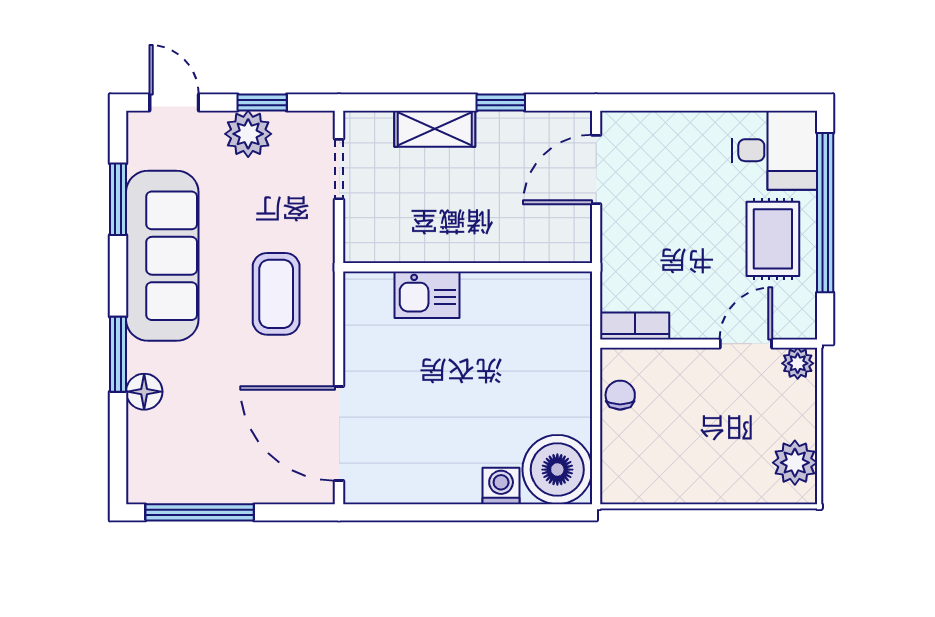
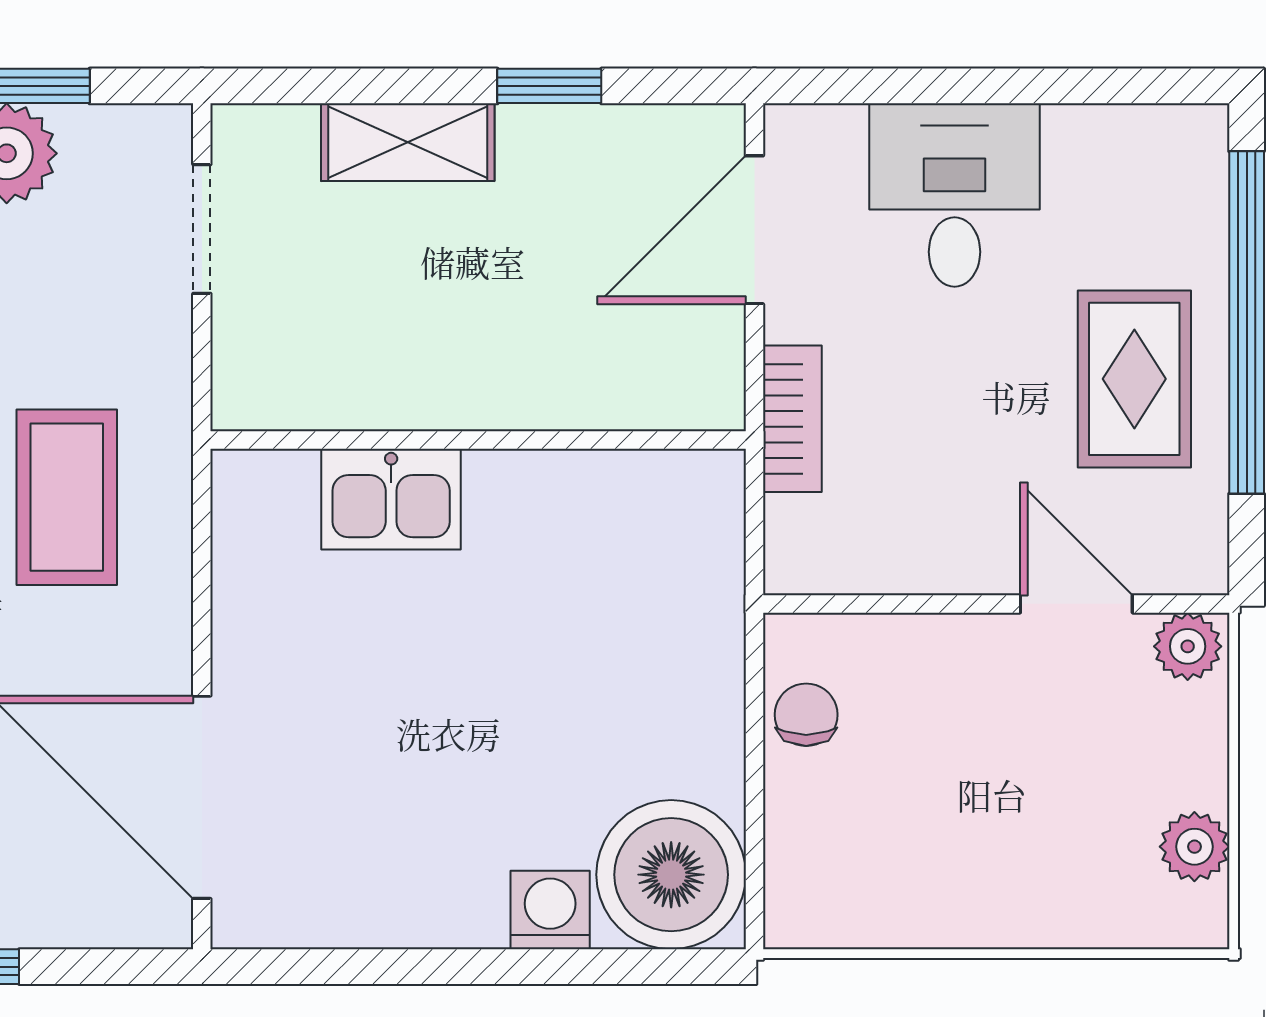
desk: (774, 150) -> (955, 195), moved, turned -90
bookcase: (635, 326) -> (792, 419), moved, turned 90
door: (746, 344) -> (1076, 604), hinge flipped
plant: (795, 463) -> (1194, 847), width x0.73, depth x0.73

